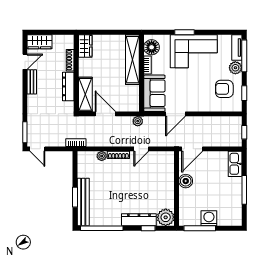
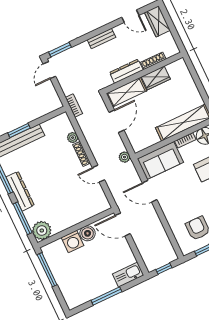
wardrobe: (85, 46) -> (156, 78), moved
bench: (32, 82) -> (101, 39), moved
washing machine: (209, 218) -> (73, 241), moved, turned 90
dresser: (139, 220) -> (20, 191), moved
window: (148, 228) -> (23, 218), width x2.17

